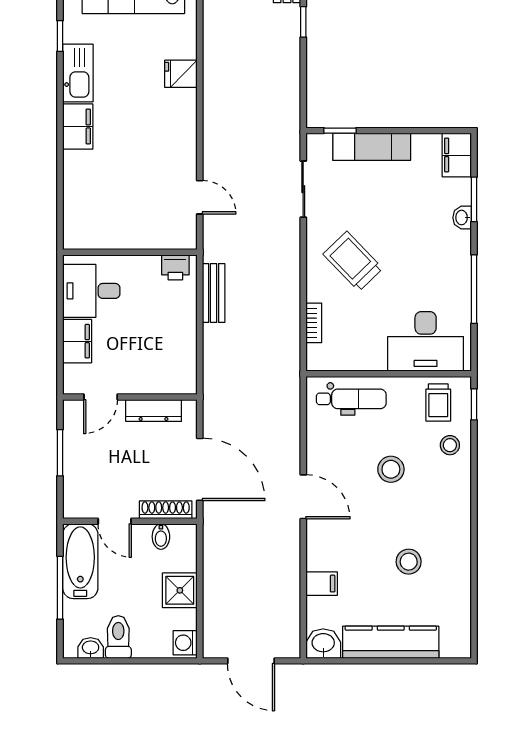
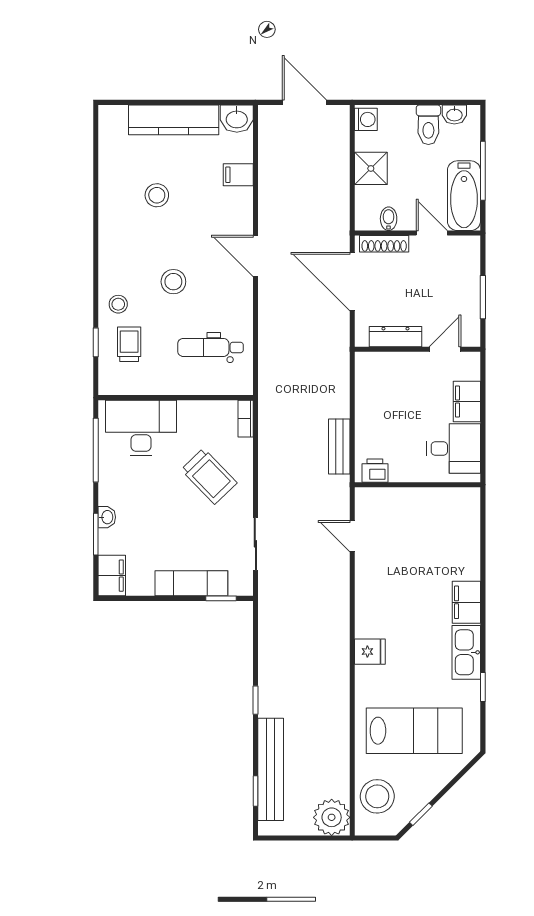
desk: (426, 341) -> (141, 428), moved
wall: (389, 374) -> (176, 398), moved

